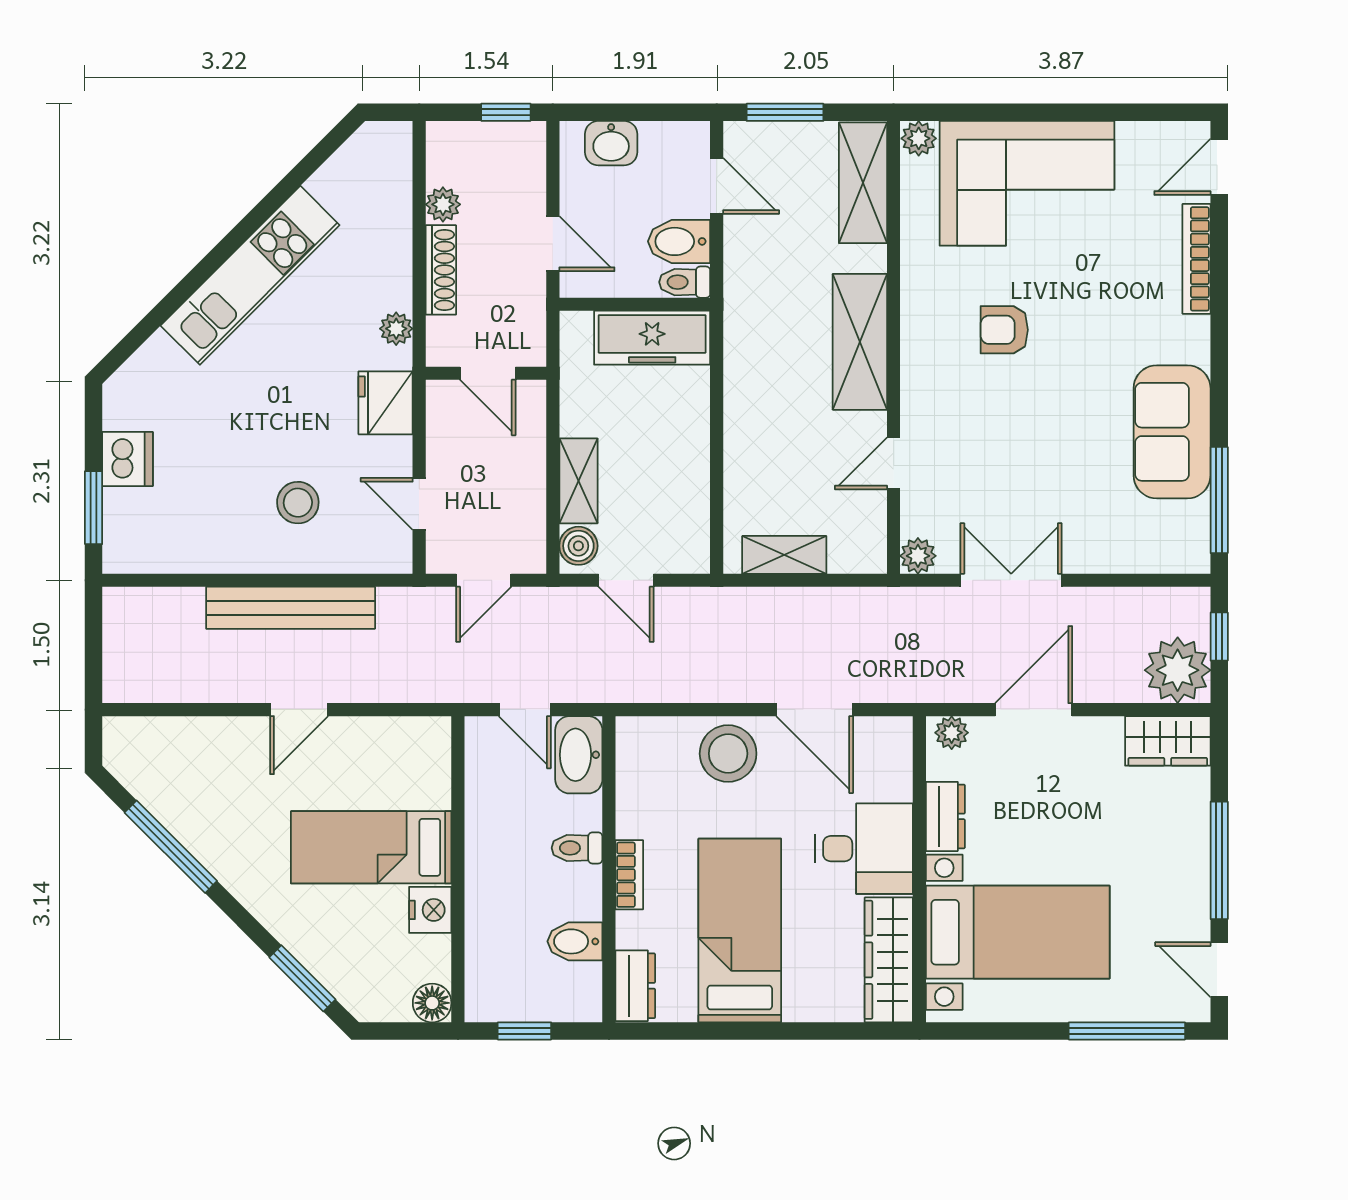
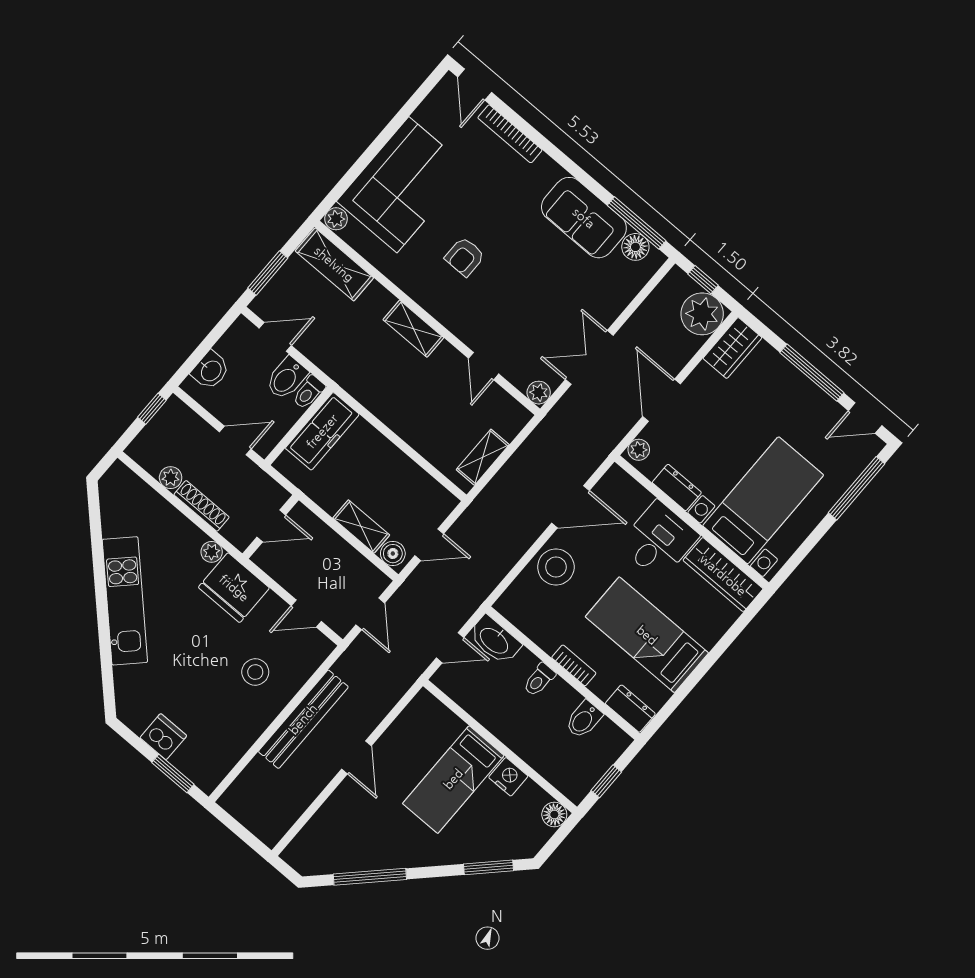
shelving: (860, 342) -> (413, 329), width x0.67, depth x0.75
fridge: (386, 403) -> (234, 588), width x1.36, depth x1.34
floor lamp: (1189, 523) -> (635, 247), added

